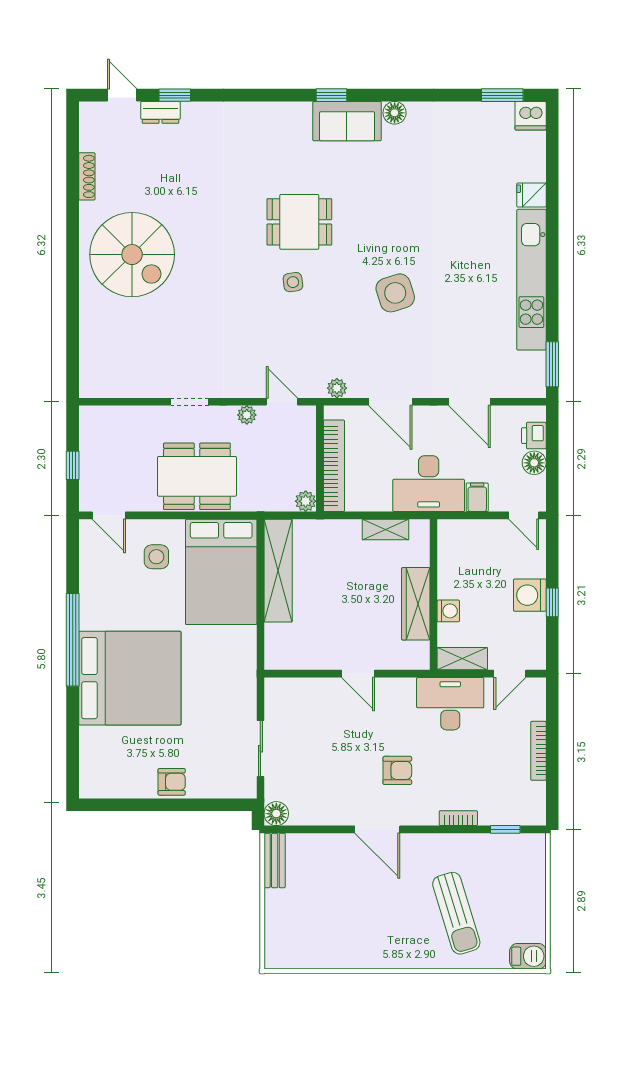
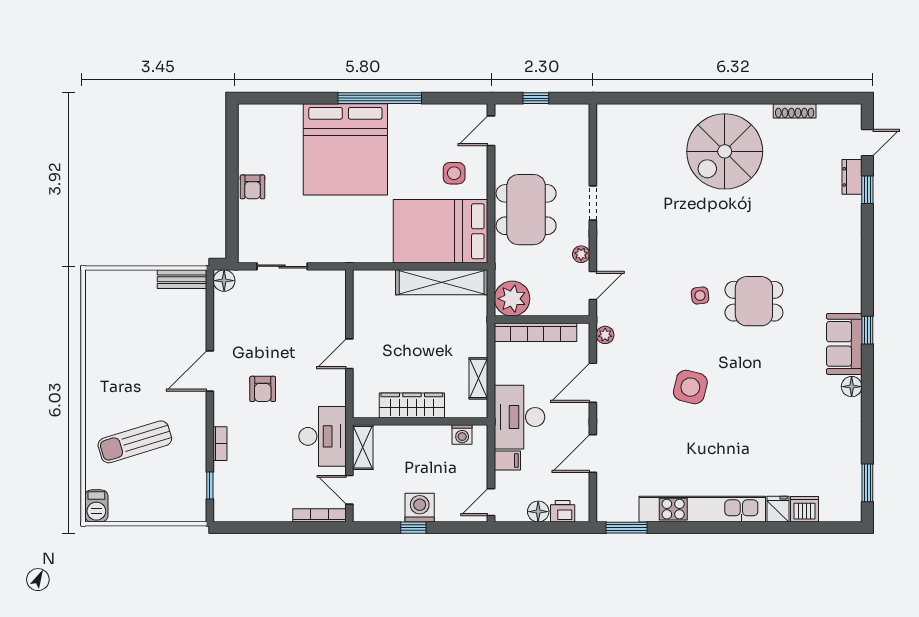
dishwasher: (531, 116) -> (805, 509), moved, turned 90
dining table: (299, 222) -> (754, 301), turned 90
side table: (395, 293) -> (690, 387), turned 32
plant: (306, 501) -> (512, 299), width x1.88, depth x1.88
washing machine: (448, 611) -> (462, 435), moved
bookcase: (538, 751) -> (320, 515), moved

